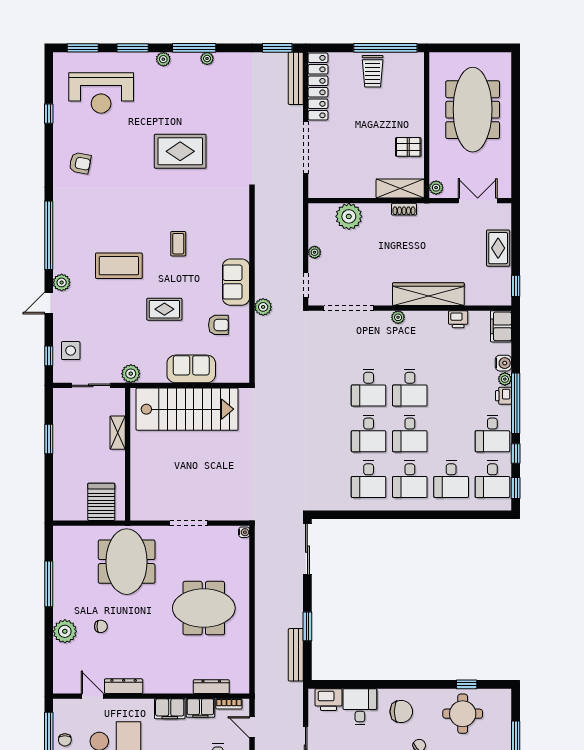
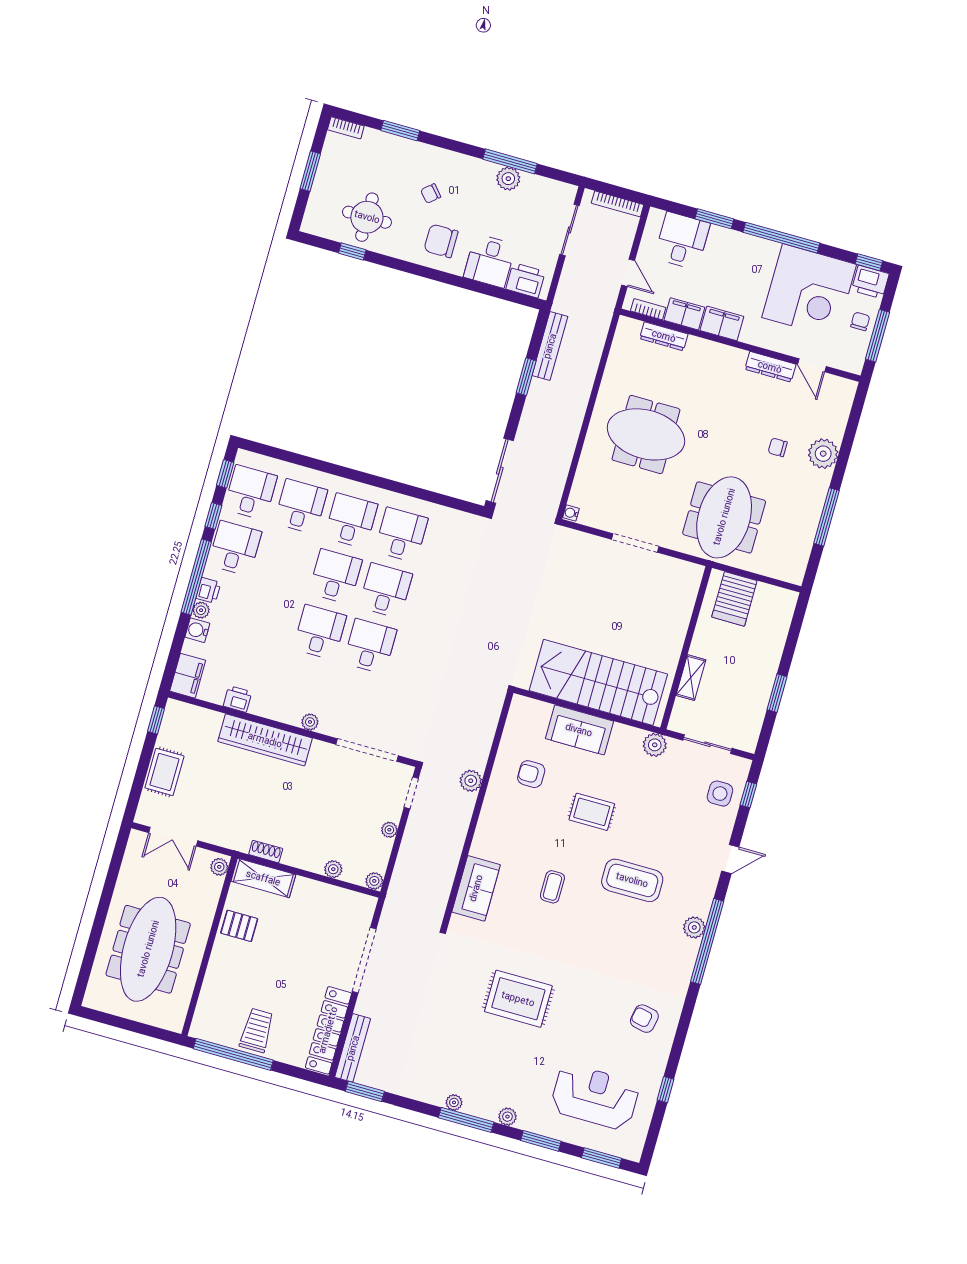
plant: (315, 210) -> (374, 881), added
plant: (349, 216) -> (333, 869), width x0.53, depth x0.53
plant: (62, 282) -> (694, 927), moved
sofa: (236, 282) -> (476, 888), moved

